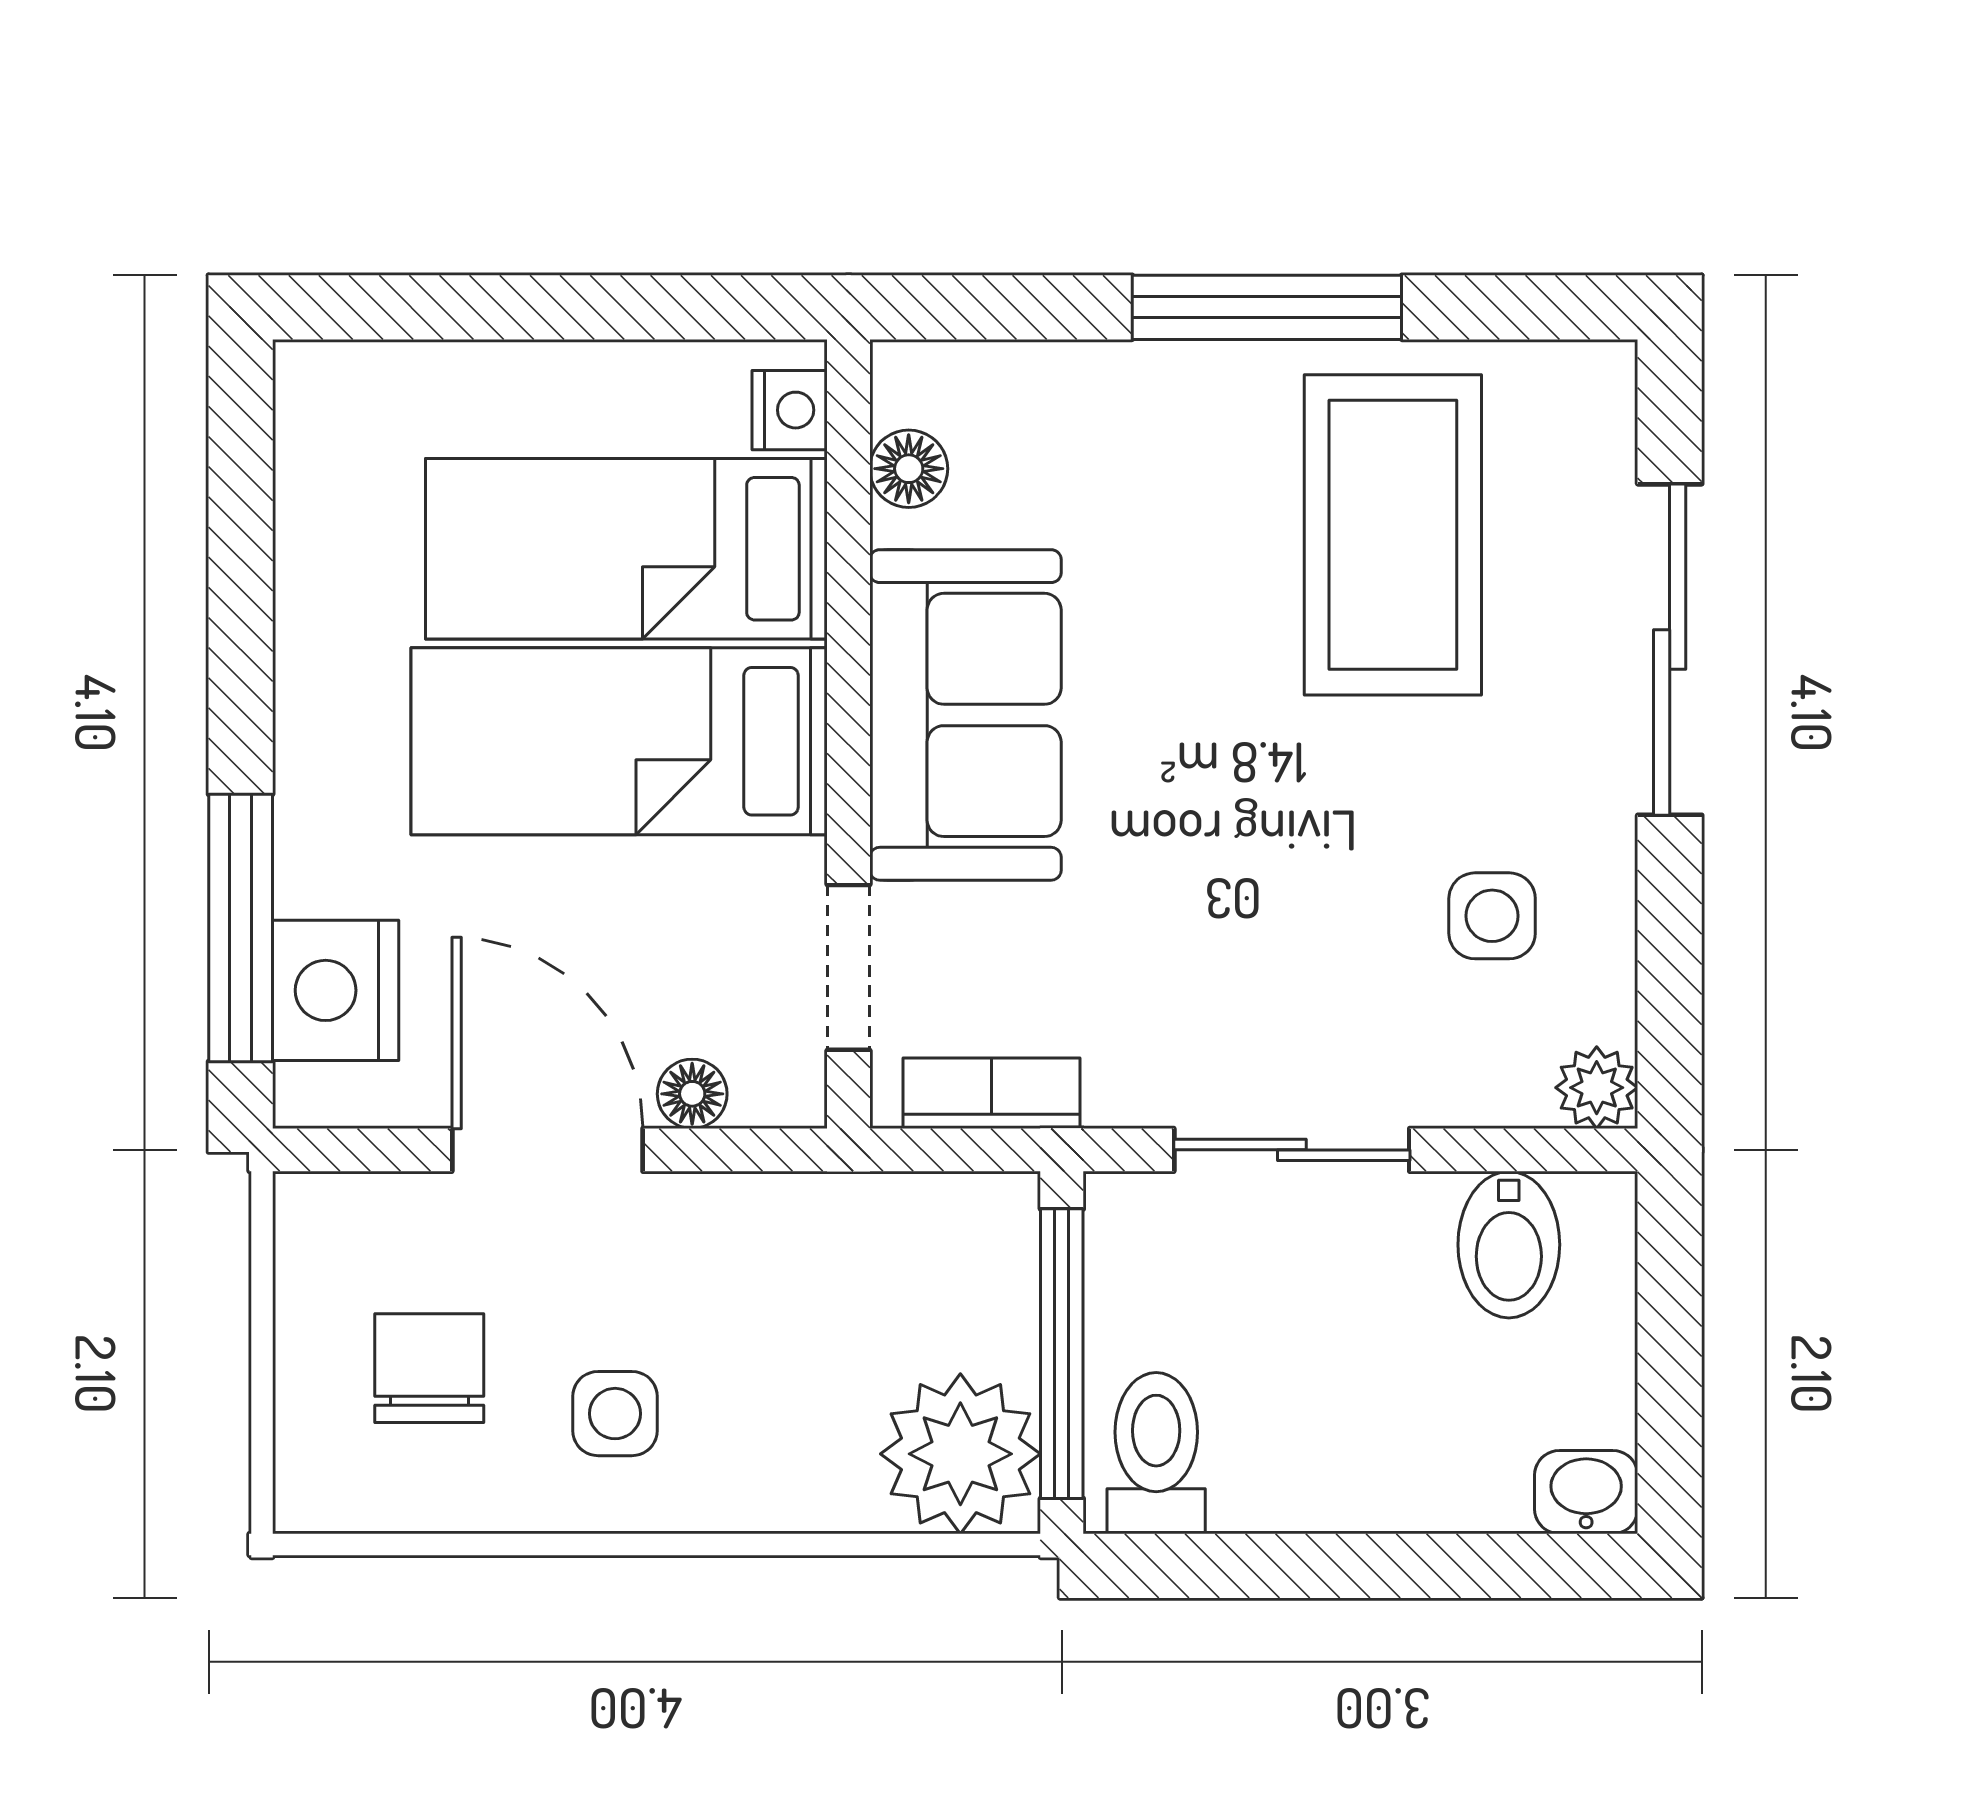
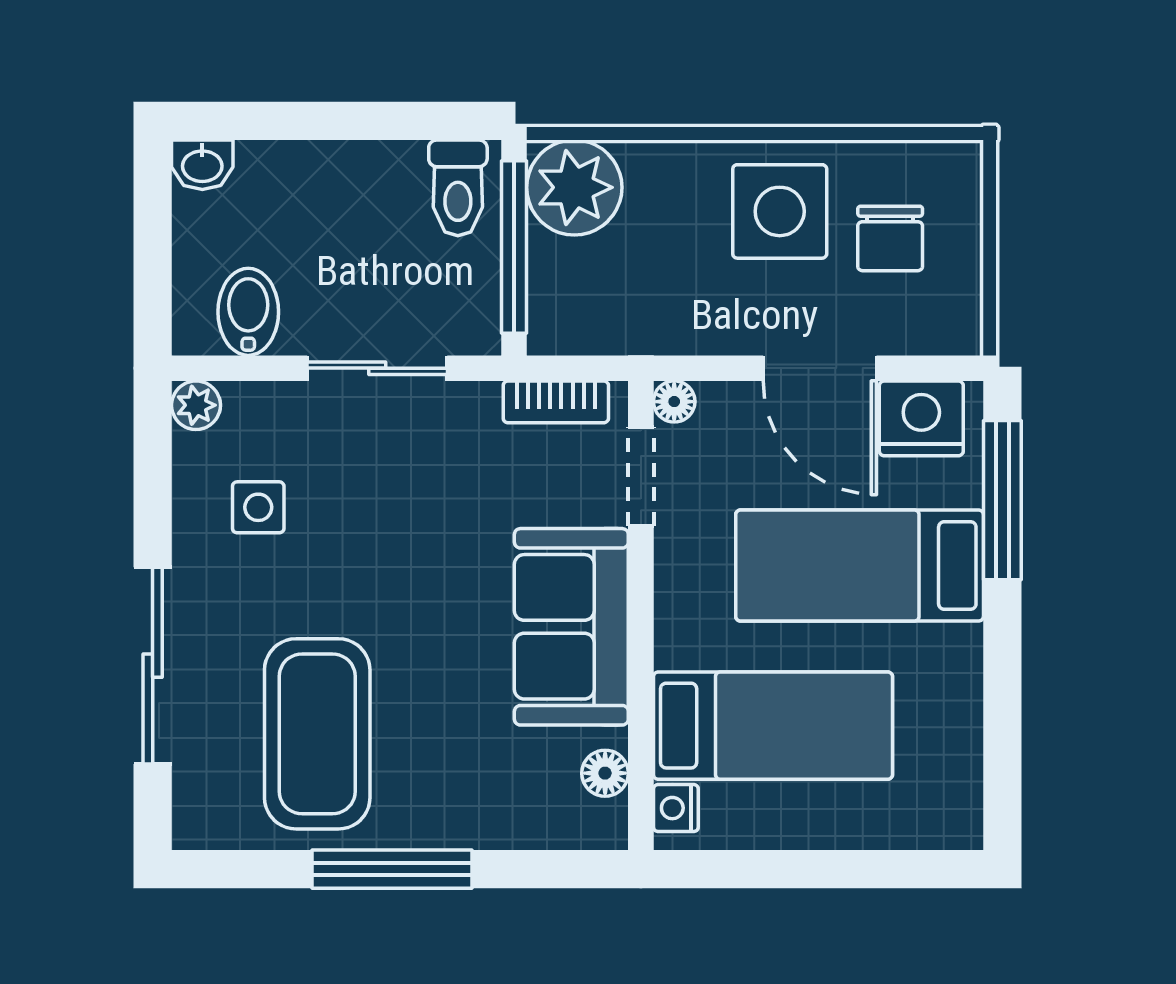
bed: (619, 741) -> (860, 566), moved, turned 180
nightstand: (336, 990) -> (921, 418), moved, turned -90
floor lamp: (692, 1094) -> (674, 402), moved
side table: (615, 1414) -> (780, 211), width x1.87, depth x1.87

